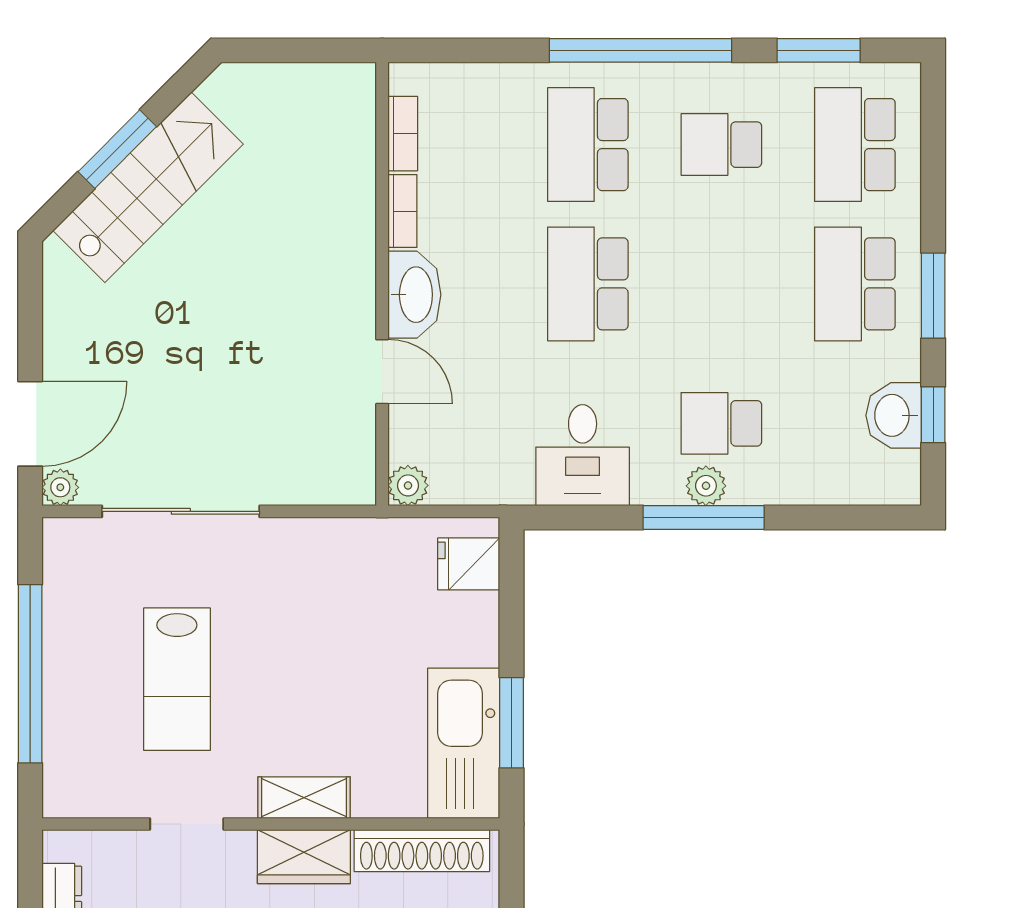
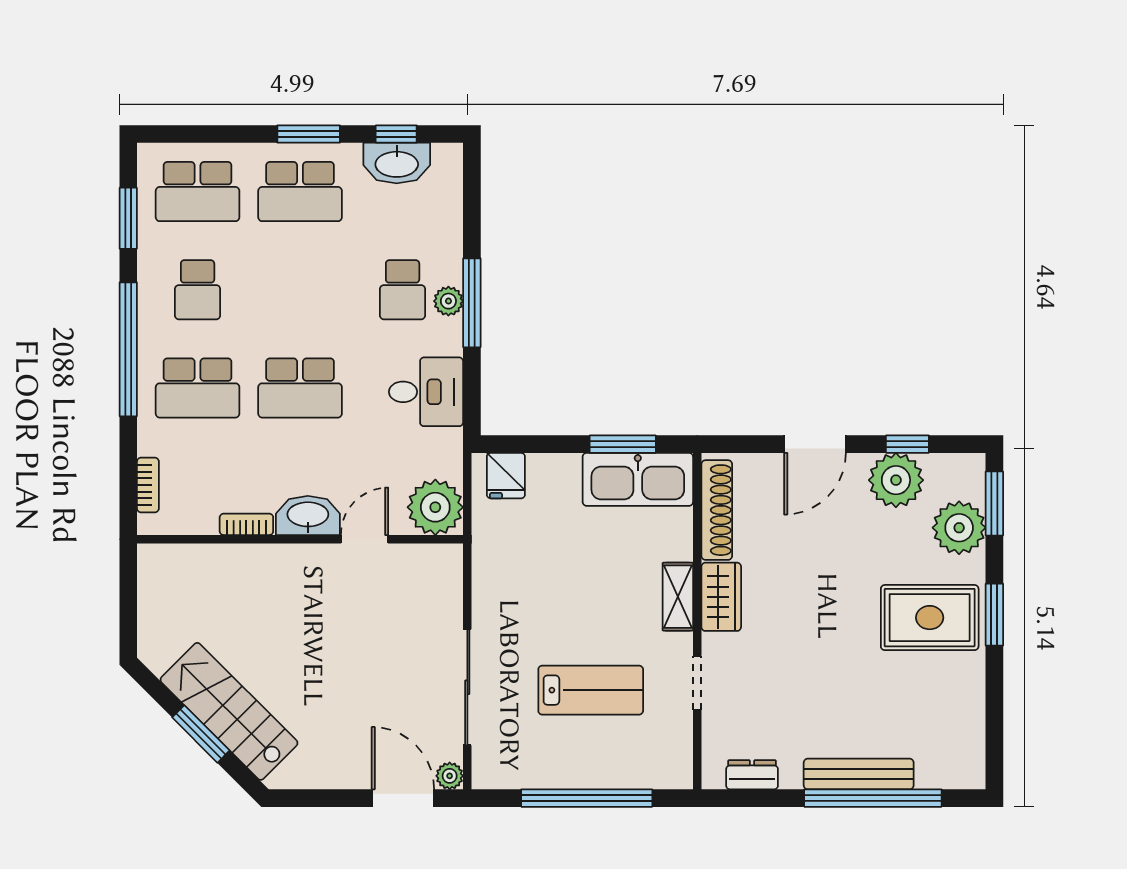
bookcase: (403, 134) -> (148, 485), moved, turned 90
washbasin: (894, 415) -> (397, 163), width x1.38
plant: (408, 485) -> (435, 507), width x1.87, depth x1.87

